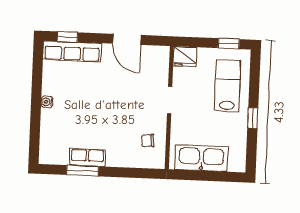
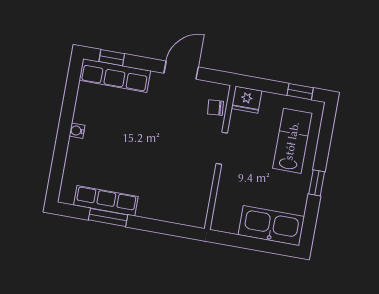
door: (127, 39) -> (181, 70), swing flipped
chair: (148, 141) -> (216, 108), moved
row of seats: (87, 157) -> (106, 201), width x1.48
kitchen sink: (201, 158) -> (271, 226), moved

